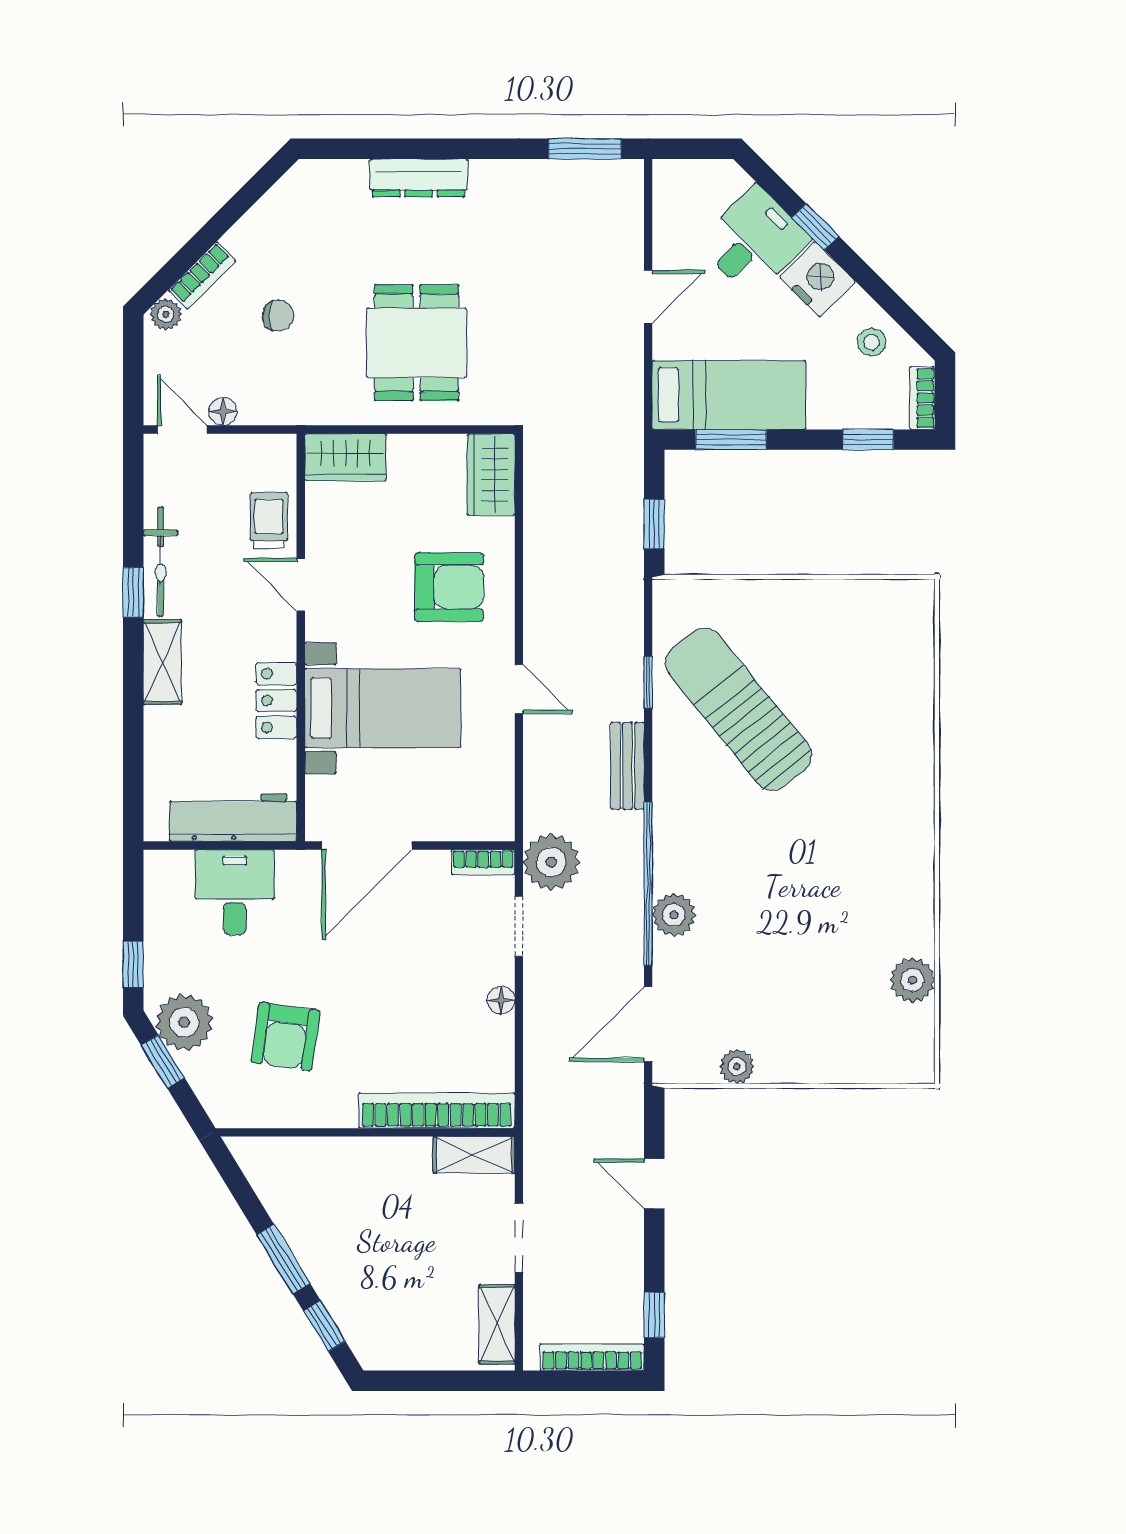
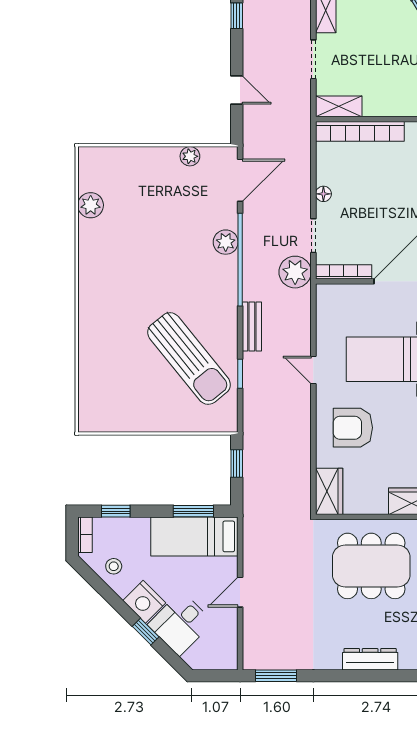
dining table: (417, 343) -> (371, 566), width x1.37
bookcase: (483, 862) -> (344, 272), width x1.56

